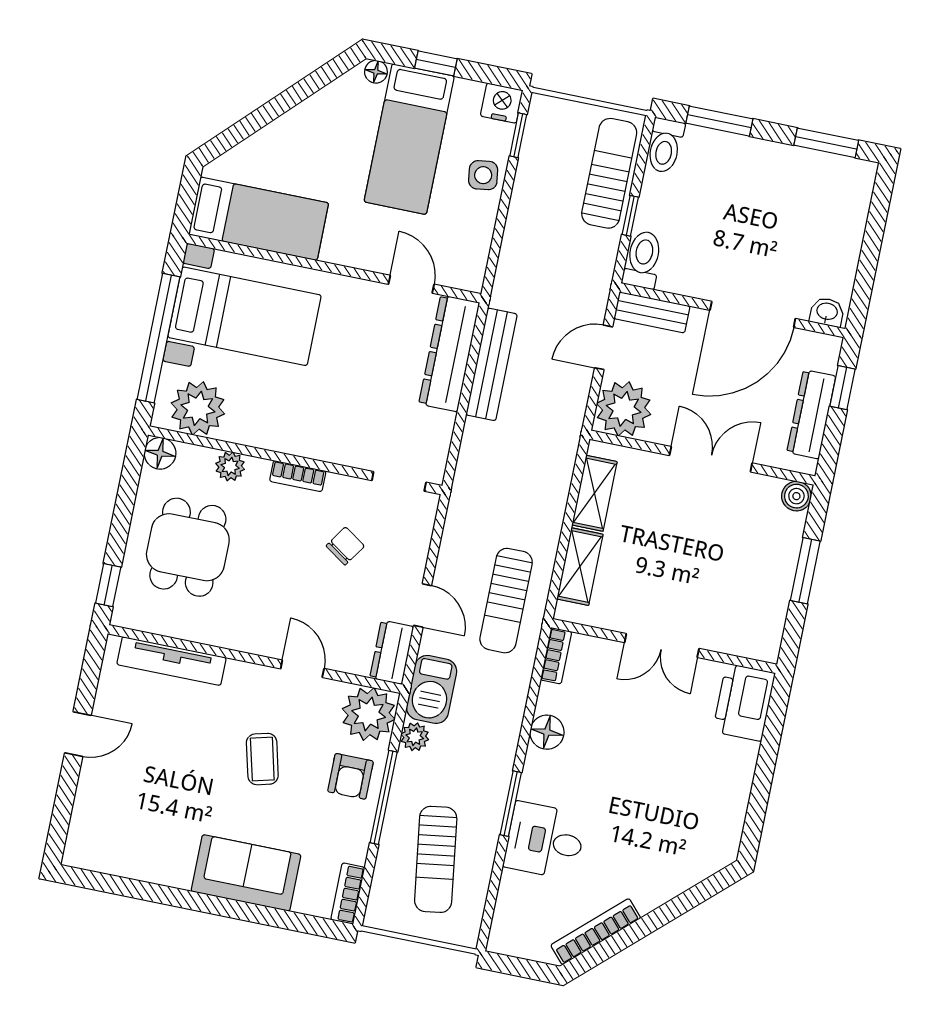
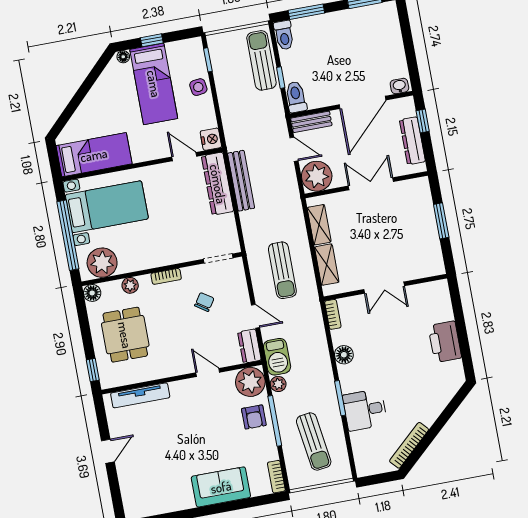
nightstand: (502, 103) -> (211, 139), moved, turned 90
door: (604, 347) -> (294, 149), swing flipped
boiler: (796, 496) -> (422, 185), removed
sun lounger: (506, 601) -> (282, 270), moved
printer: (744, 702) -> (445, 342), moved
coffee table: (262, 759) -> (206, 426), removed

